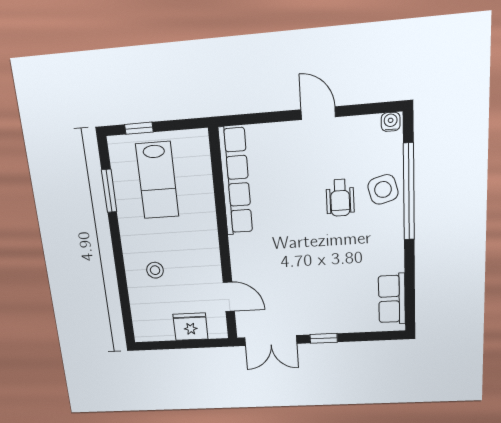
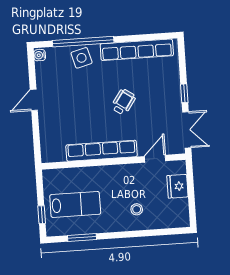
row of seats: (236, 181) -> (102, 151), moved
wheelchair: (340, 198) -> (123, 102), moved, turned -55
row of seats: (392, 299) -> (137, 50), width x2.02

